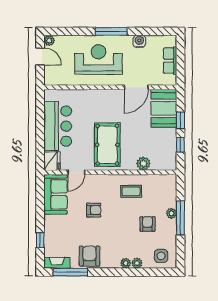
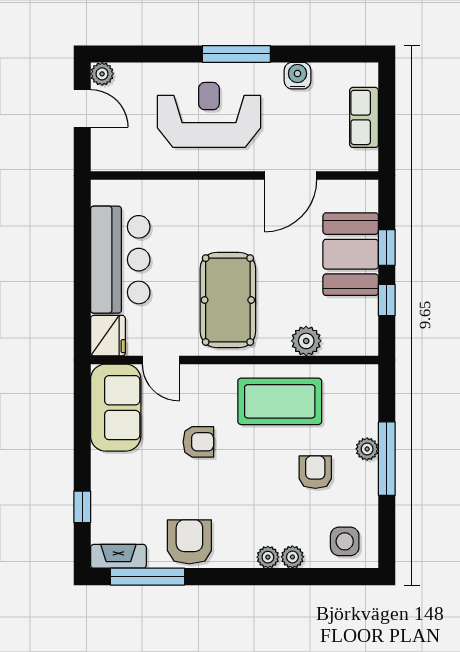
booth: (164, 108) -> (351, 254), moved
door: (76, 172) -> (161, 360), hinge flipped
coffee table: (131, 191) -> (280, 401), width x1.86, depth x1.72

